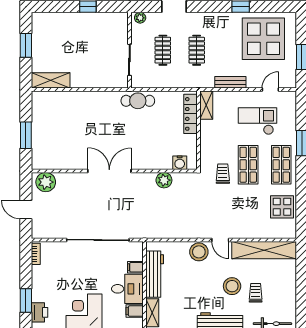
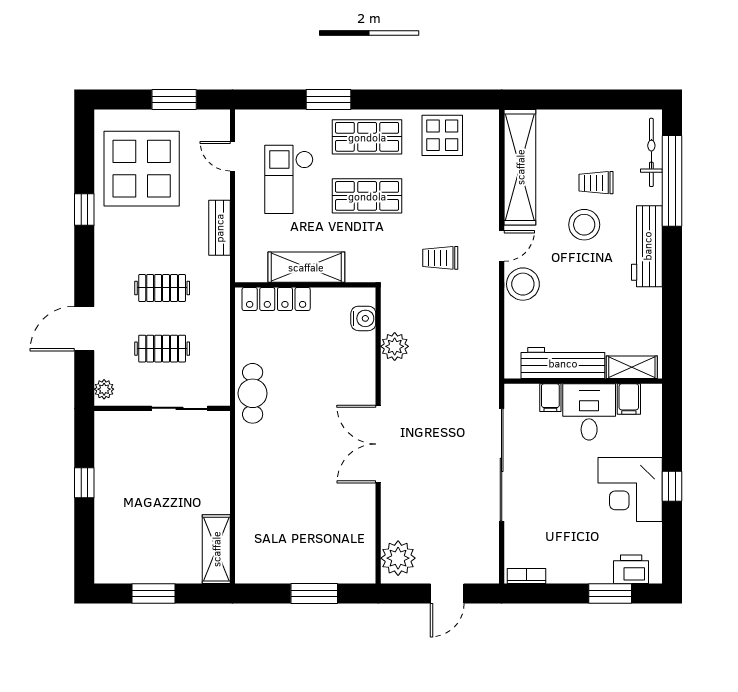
shelving: (206, 105) -> (306, 267), moved, width x1.50, depth x1.33
trolley: (223, 174) -> (440, 258), moved

